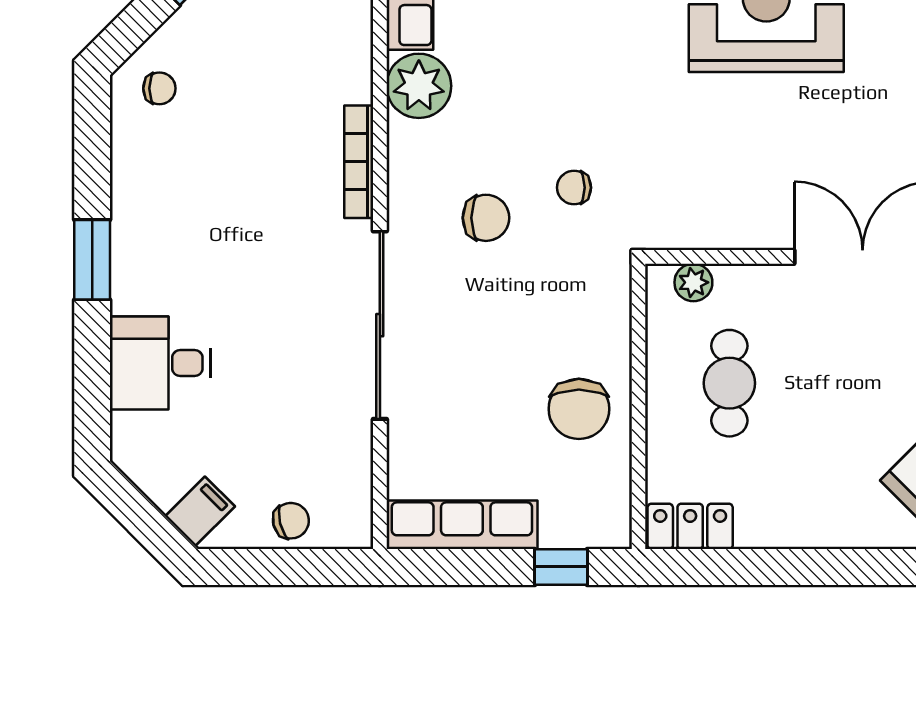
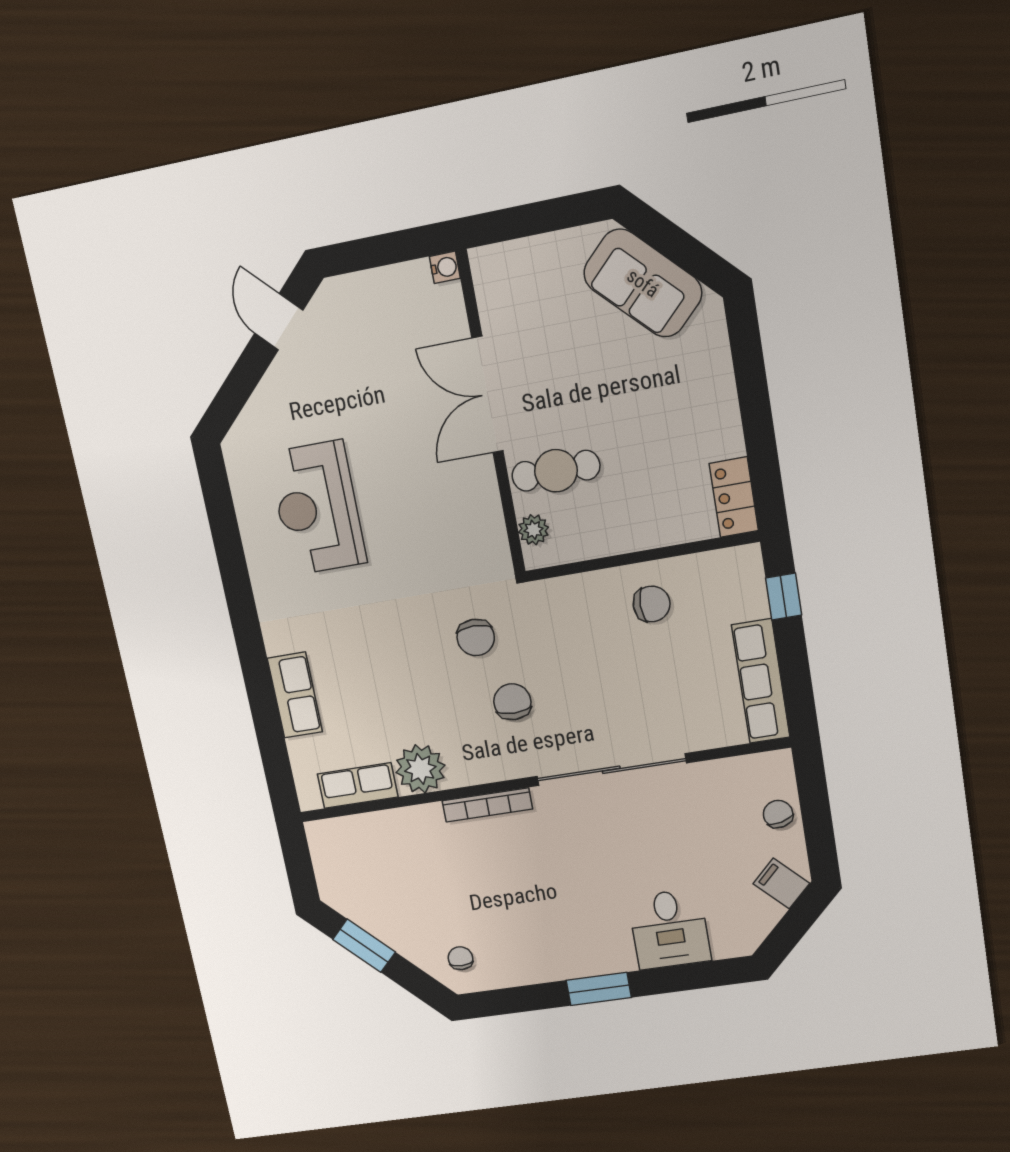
chair: (574, 188) -> (476, 637), width x1.37, depth x1.37
cafe table: (729, 383) -> (556, 471), moved
chair: (579, 409) -> (652, 604), width x0.73, depth x0.73

